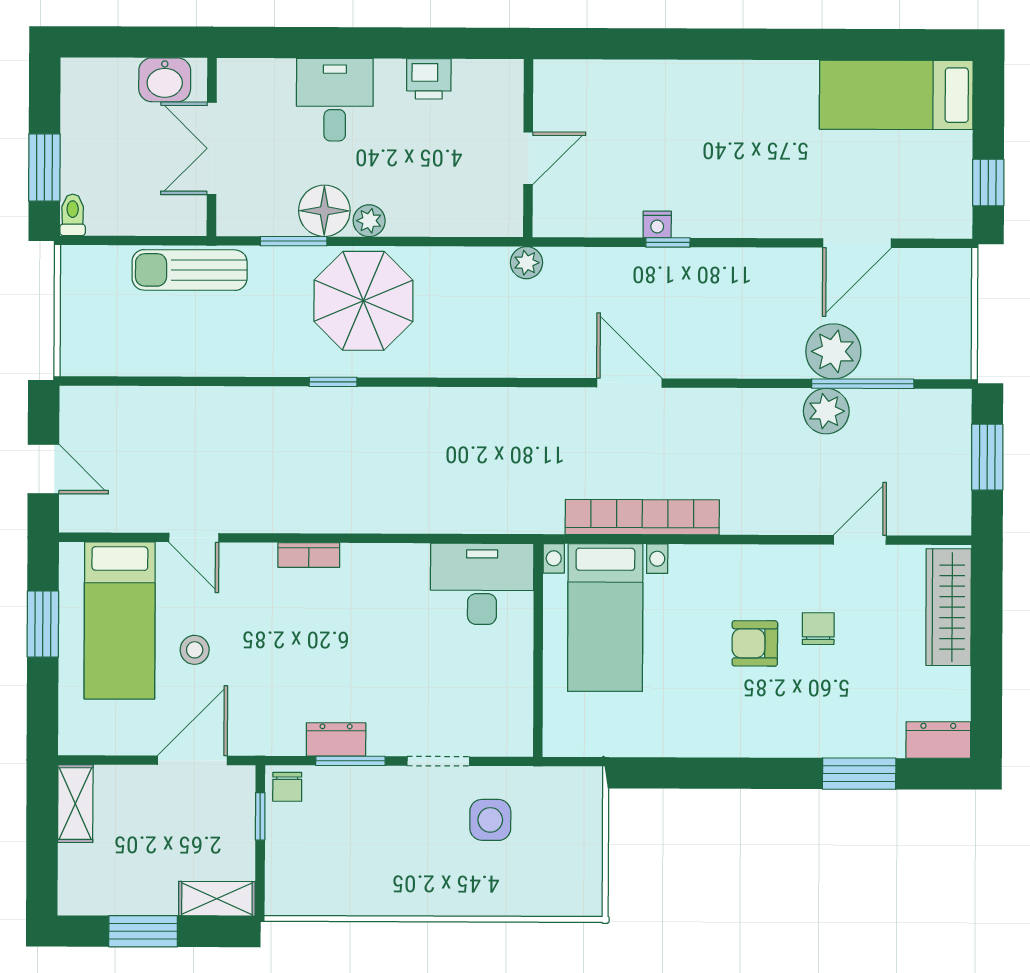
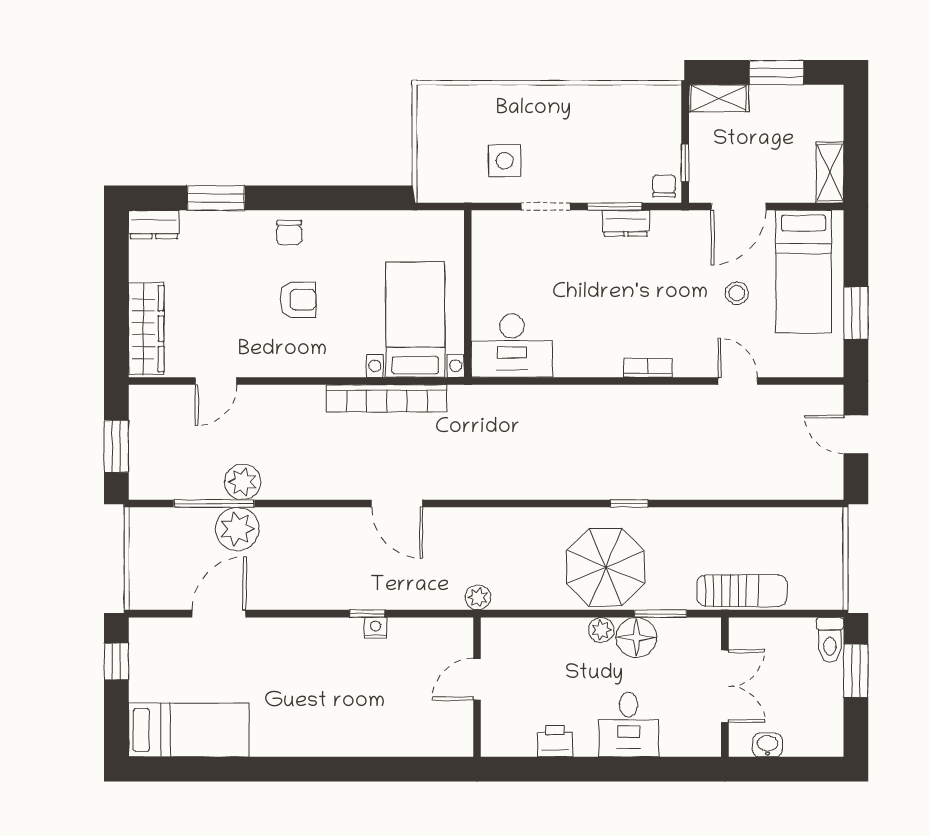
washbasin: (165, 80) -> (768, 745), width x0.72, depth x0.69
toilet: (73, 215) -> (830, 640), width x1.37, depth x1.39
bed: (120, 621) -> (803, 272), moved, turned 180
chair: (818, 629) -> (289, 233), moved

